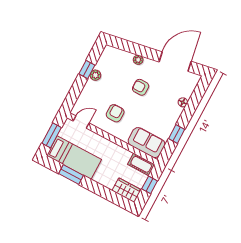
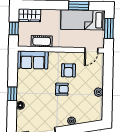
window: (87, 70) -> (107, 93), removed
armchair: (141, 87) -> (62, 89), moved
window: (177, 134) -> (12, 94), moved
cot: (141, 164) -> (42, 41), moved

